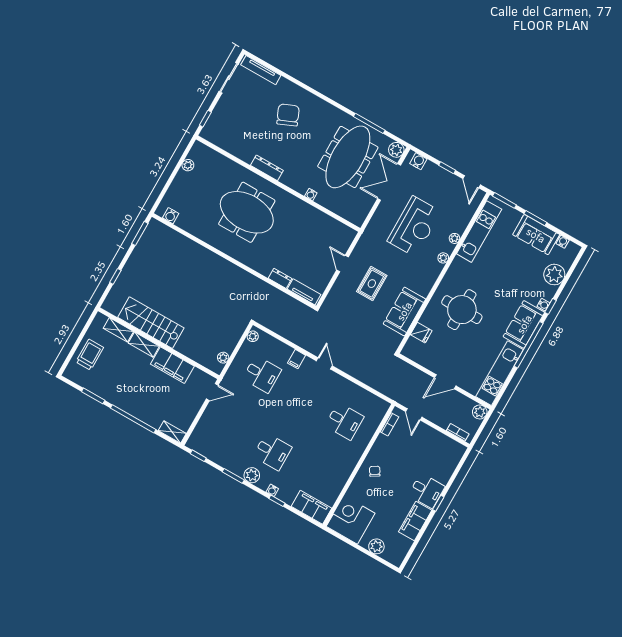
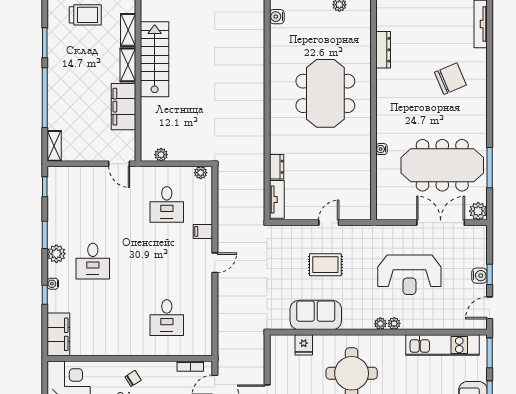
water cooler: (418, 161) -> (479, 276), moved
dresser: (267, 168) -> (383, 50), moved
plant: (454, 238) -> (380, 324), moved

